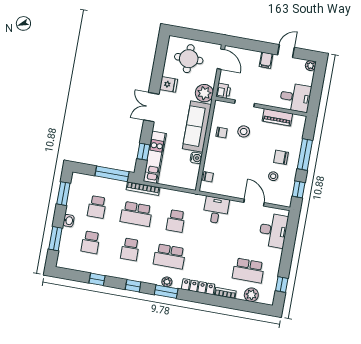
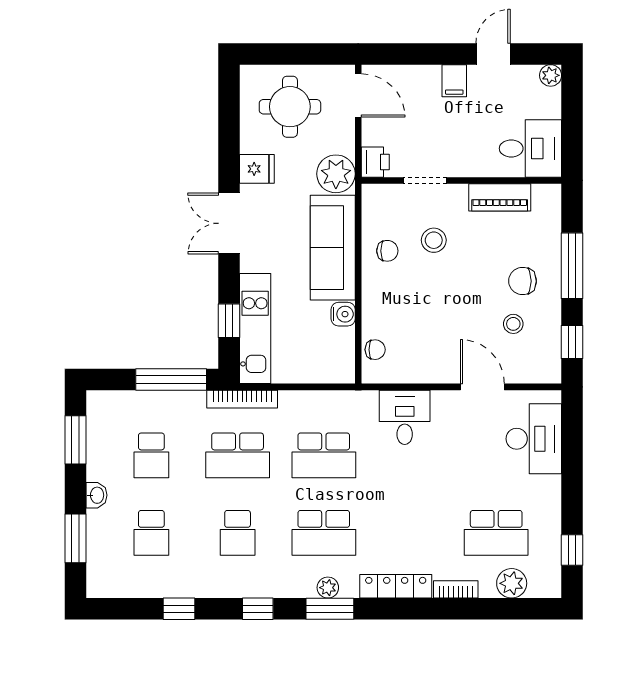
school desk: (176, 221) -> (324, 455), width x1.85

